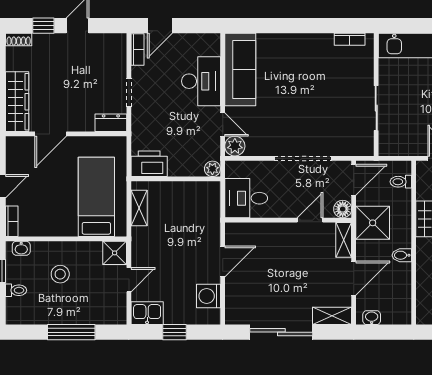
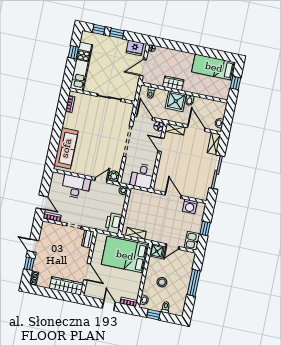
sofa: (240, 69) -> (66, 148), moved, turned 90
bed: (96, 197) -> (125, 255), width x1.50
shower: (373, 223) -> (176, 101), moved
door: (129, 280) -> (172, 247), swing flipped

